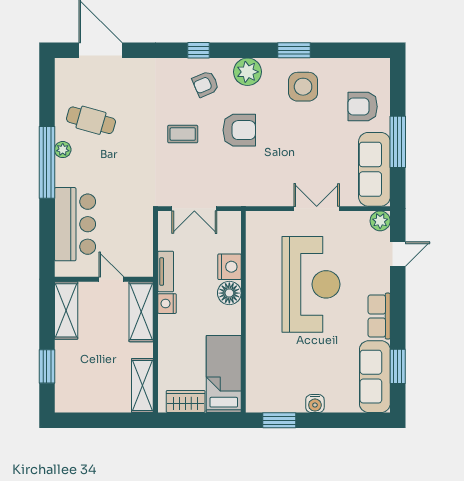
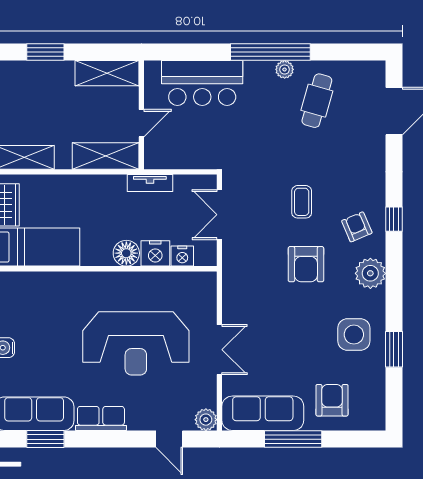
window: (294, 50) -> (394, 349), moved
nightstand: (167, 304) -> (182, 256), moved, turned 180

